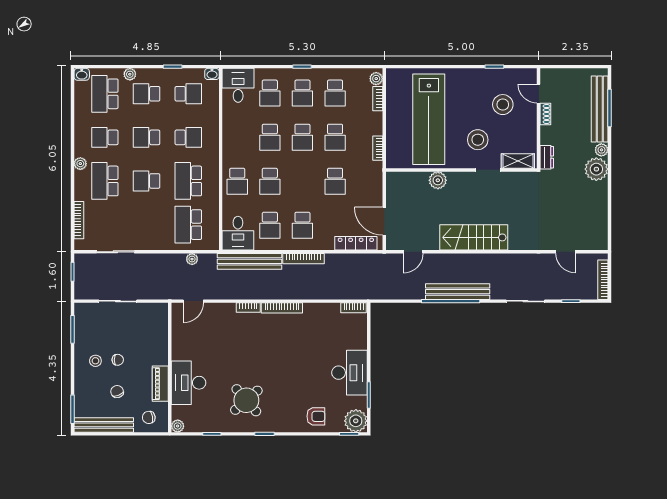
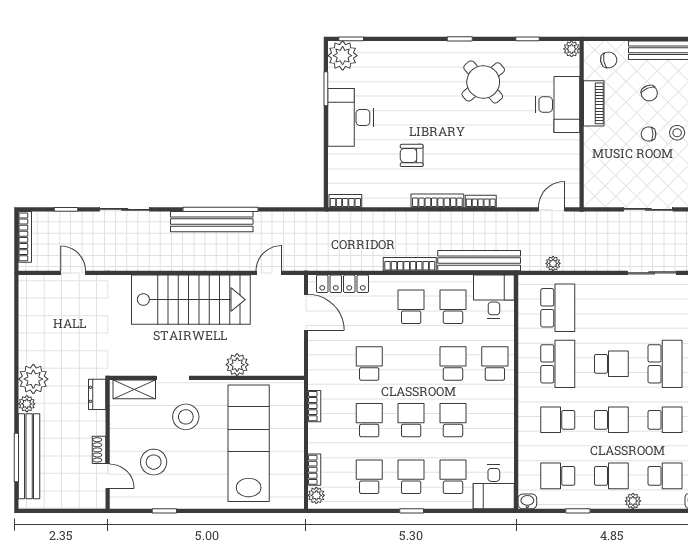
school desk: (105, 94) -> (665, 476), width x0.54
stairs: (474, 237) -> (191, 300), width x1.36, depth x1.51
armchair: (316, 416) -> (412, 155), moved

